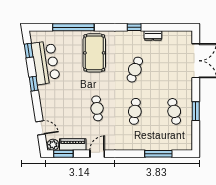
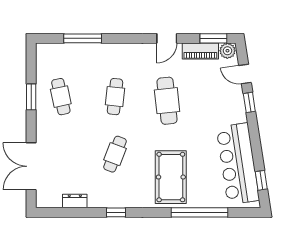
dresser: (153, 35) -> (75, 201), moved
bar counter: (46, 62) -> (238, 164), width x1.36
window: (34, 84) -> (249, 102), moved
cafe table: (97, 108) -> (167, 101), width x1.37, depth x1.35

